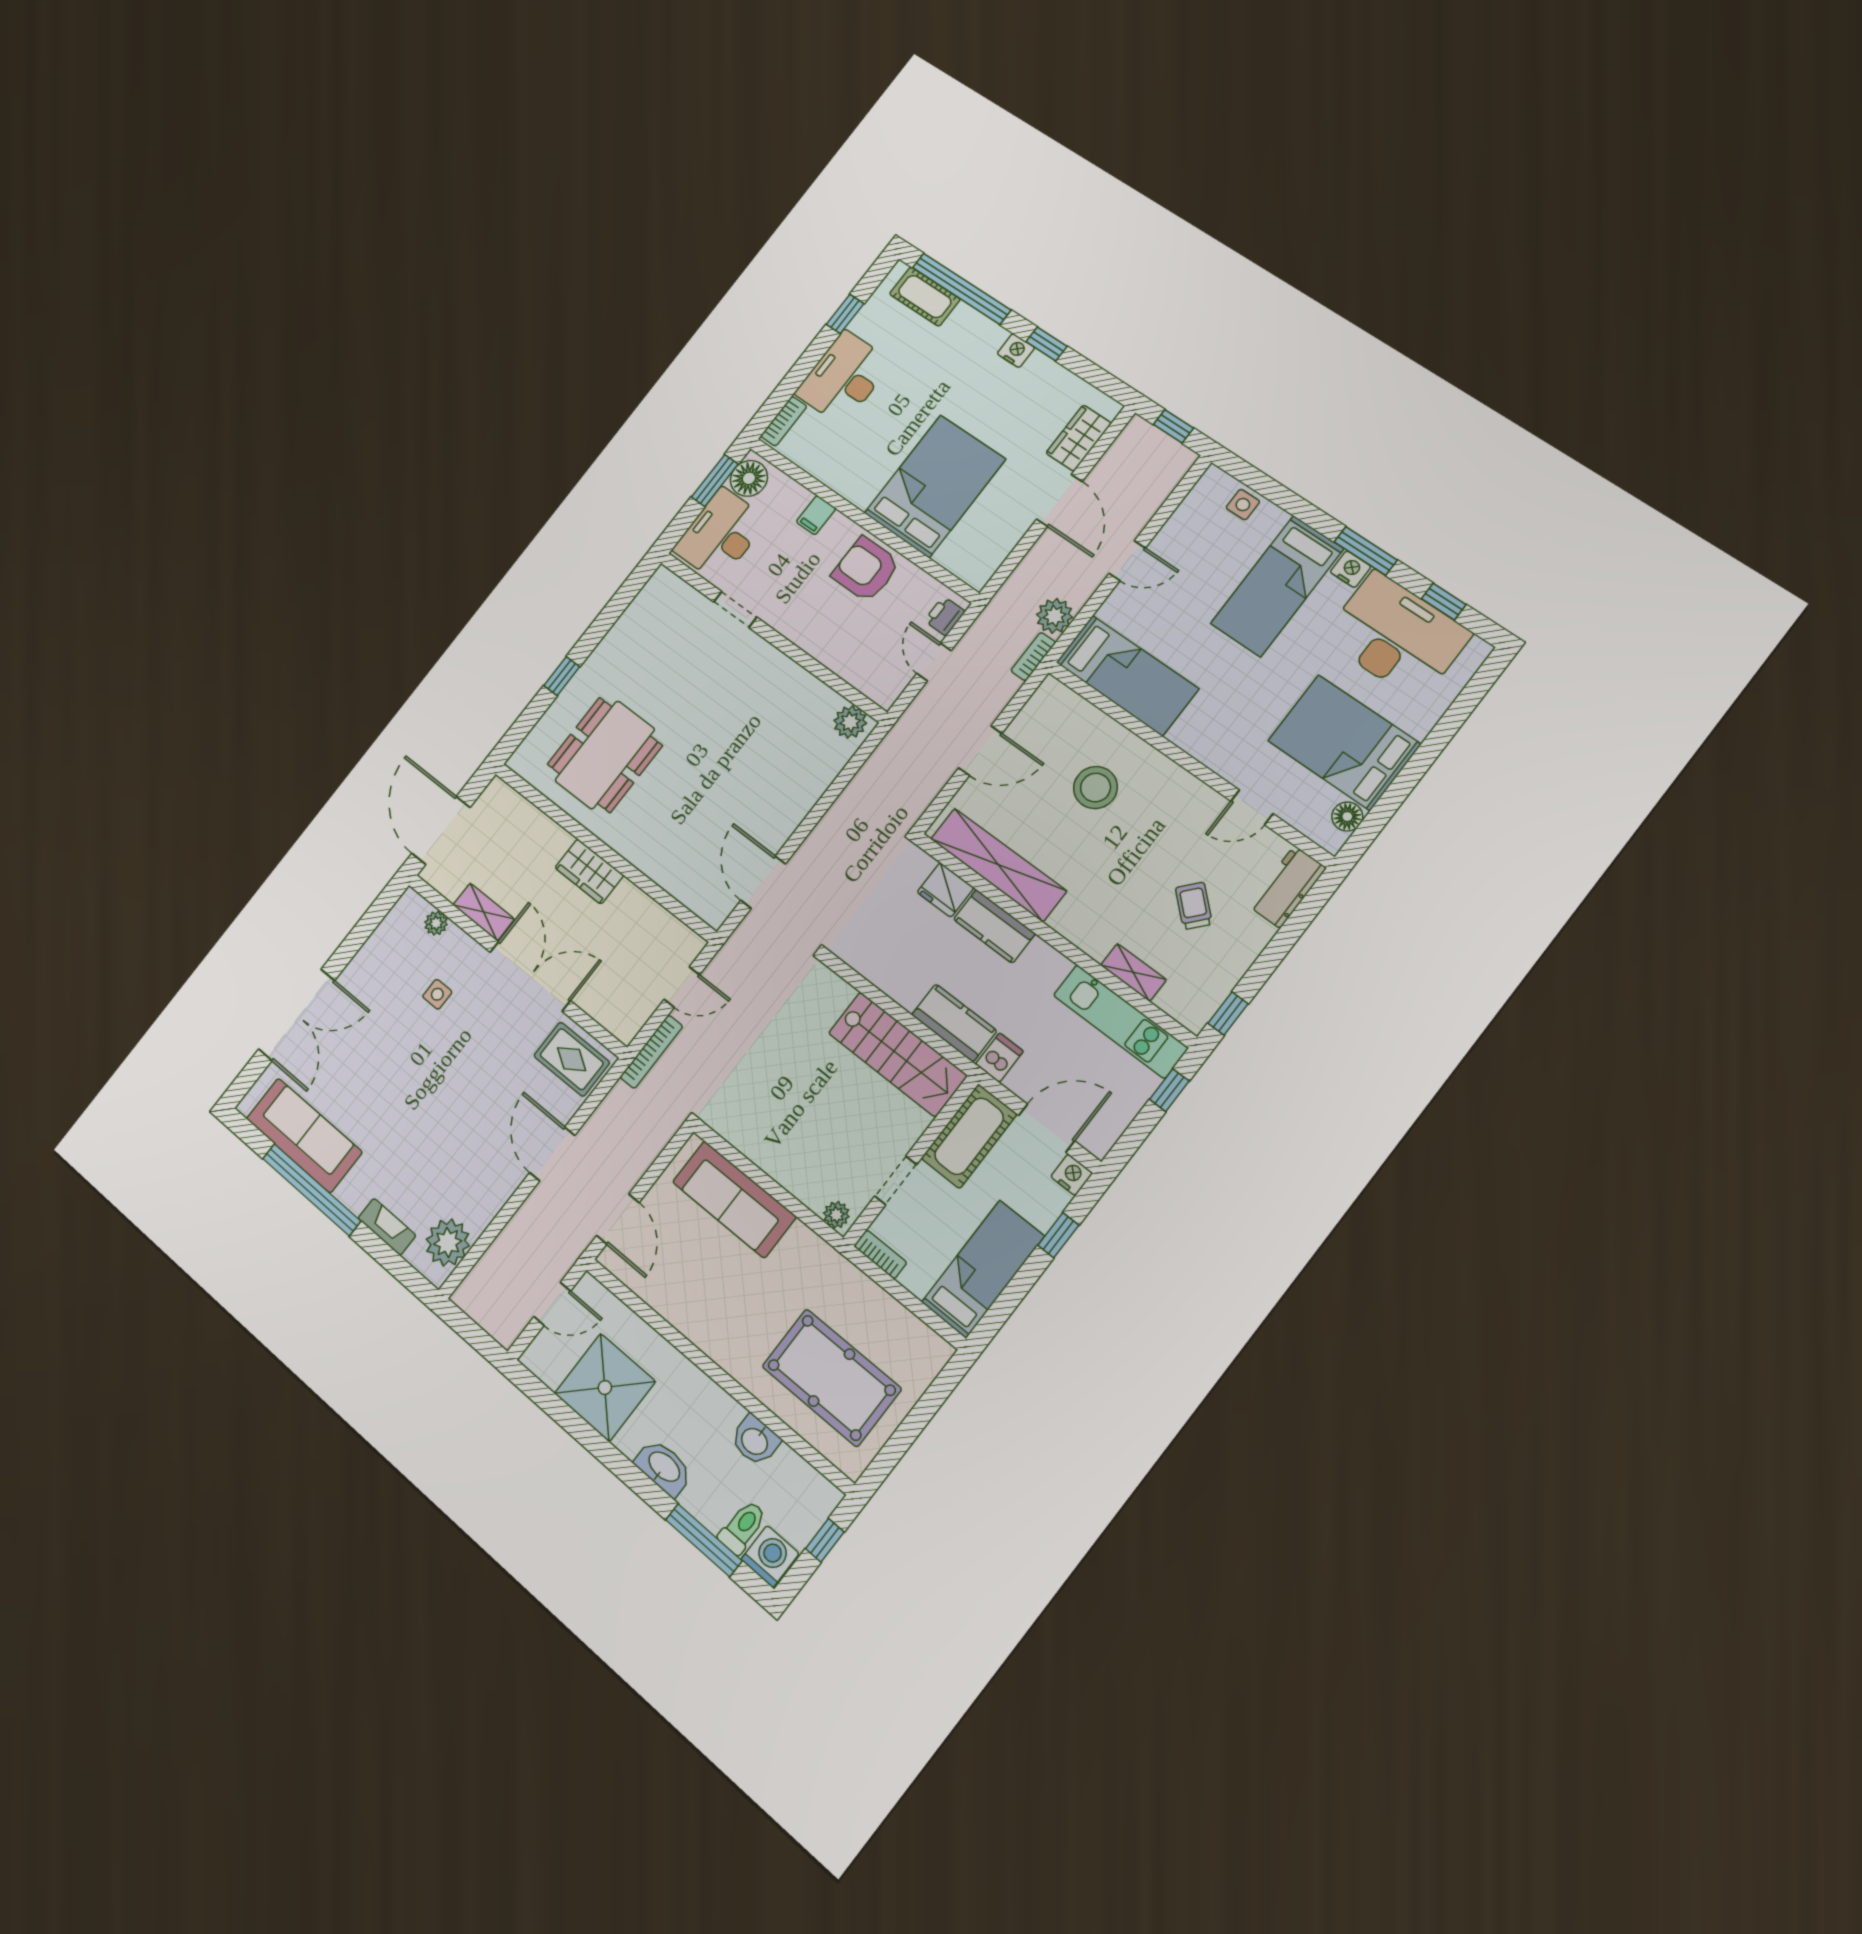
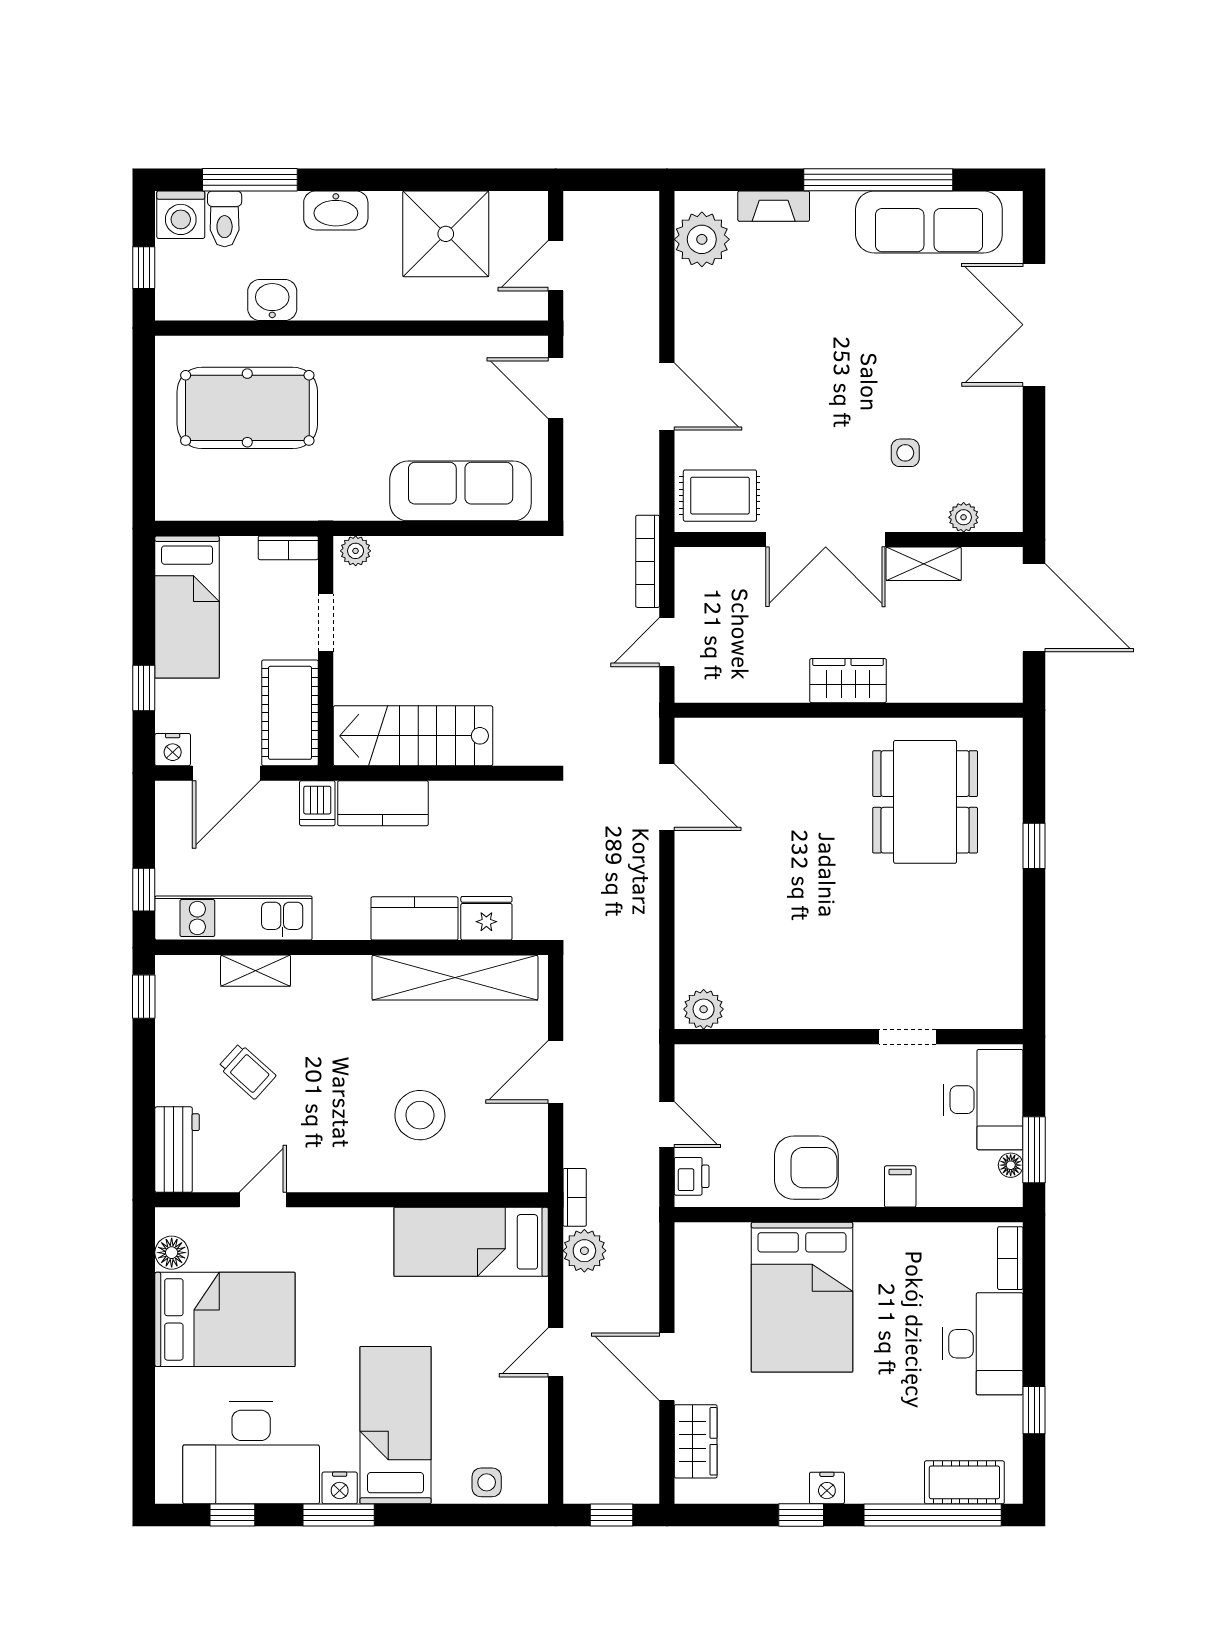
floor lamp: (749, 478) -> (1011, 1165), width x0.53, depth x0.53

